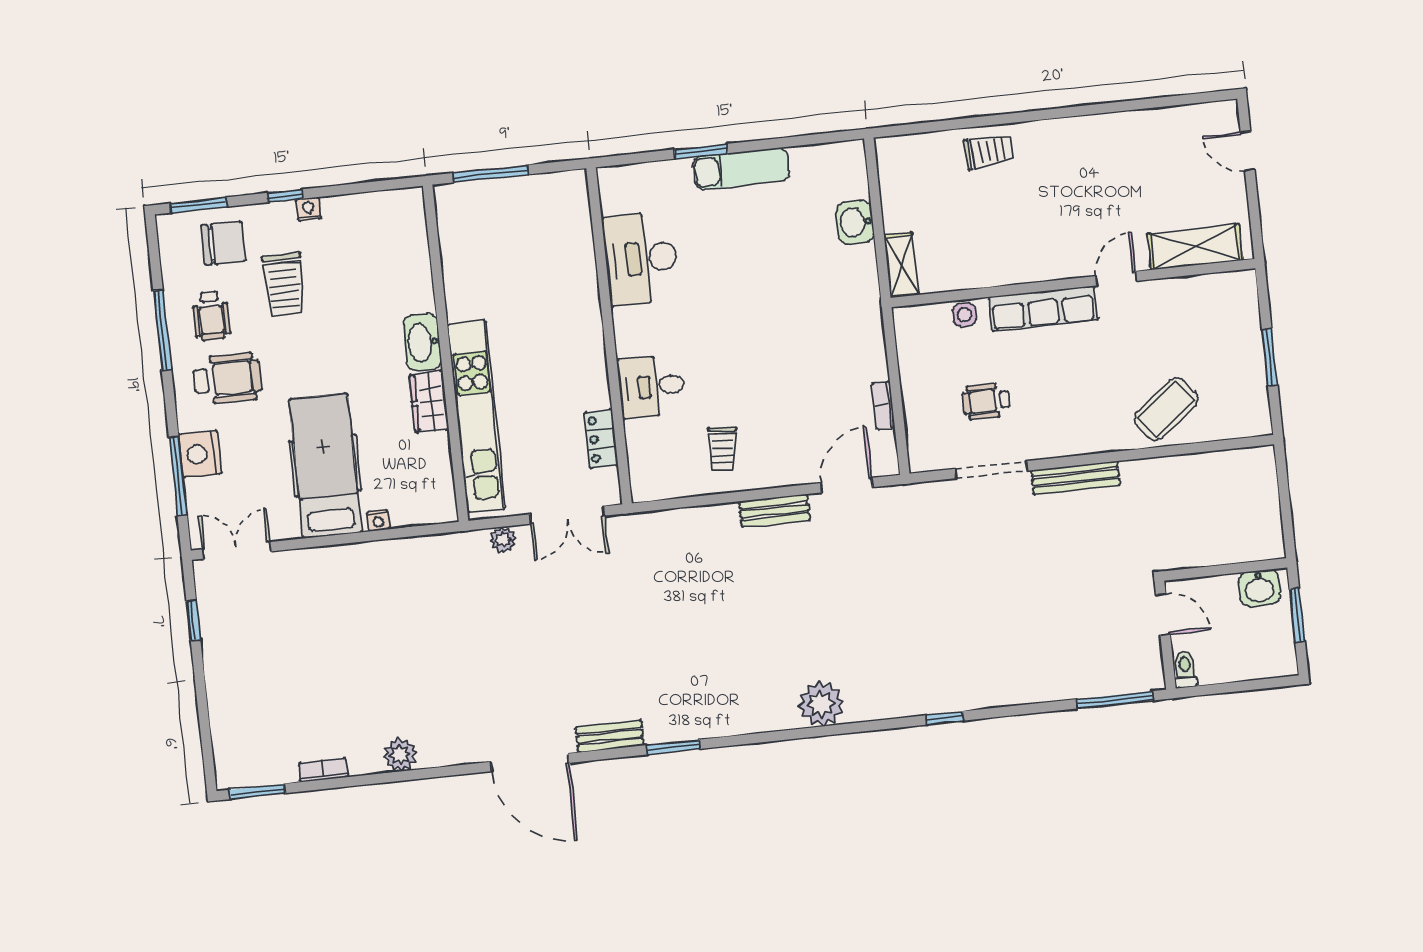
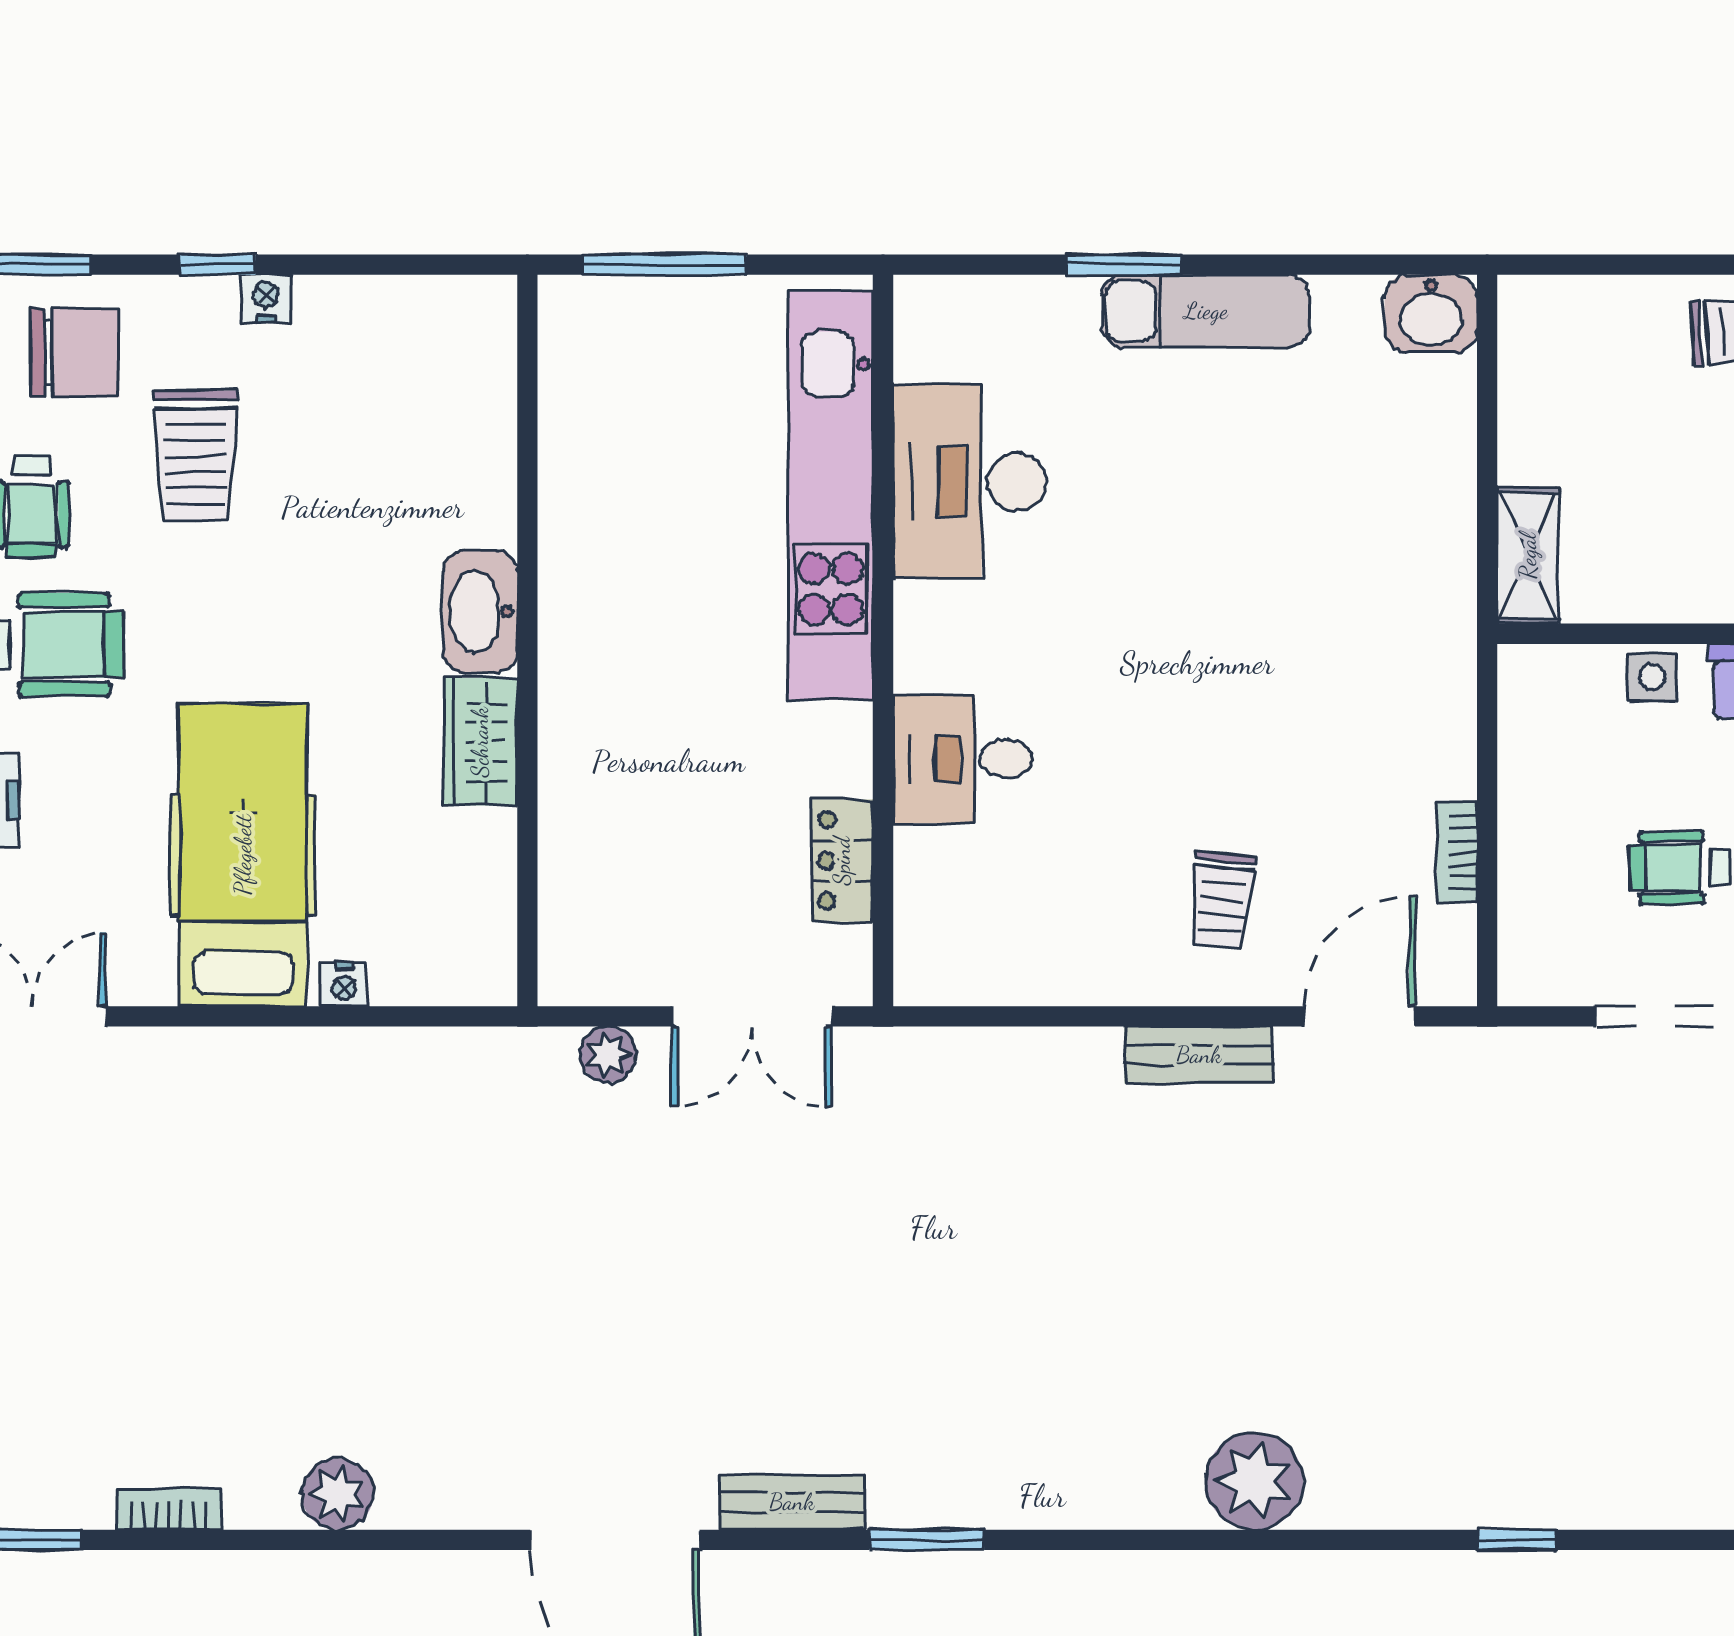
washbasin: (855, 222) -> (1431, 314), moved, turned -90
kitchen unit: (477, 416) -> (831, 495), moved, turned 180
trolley: (723, 449) -> (1222, 900), moved

